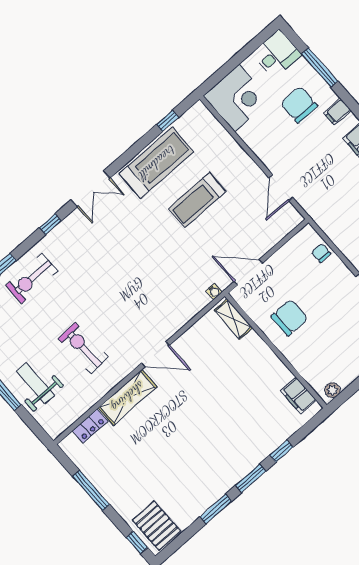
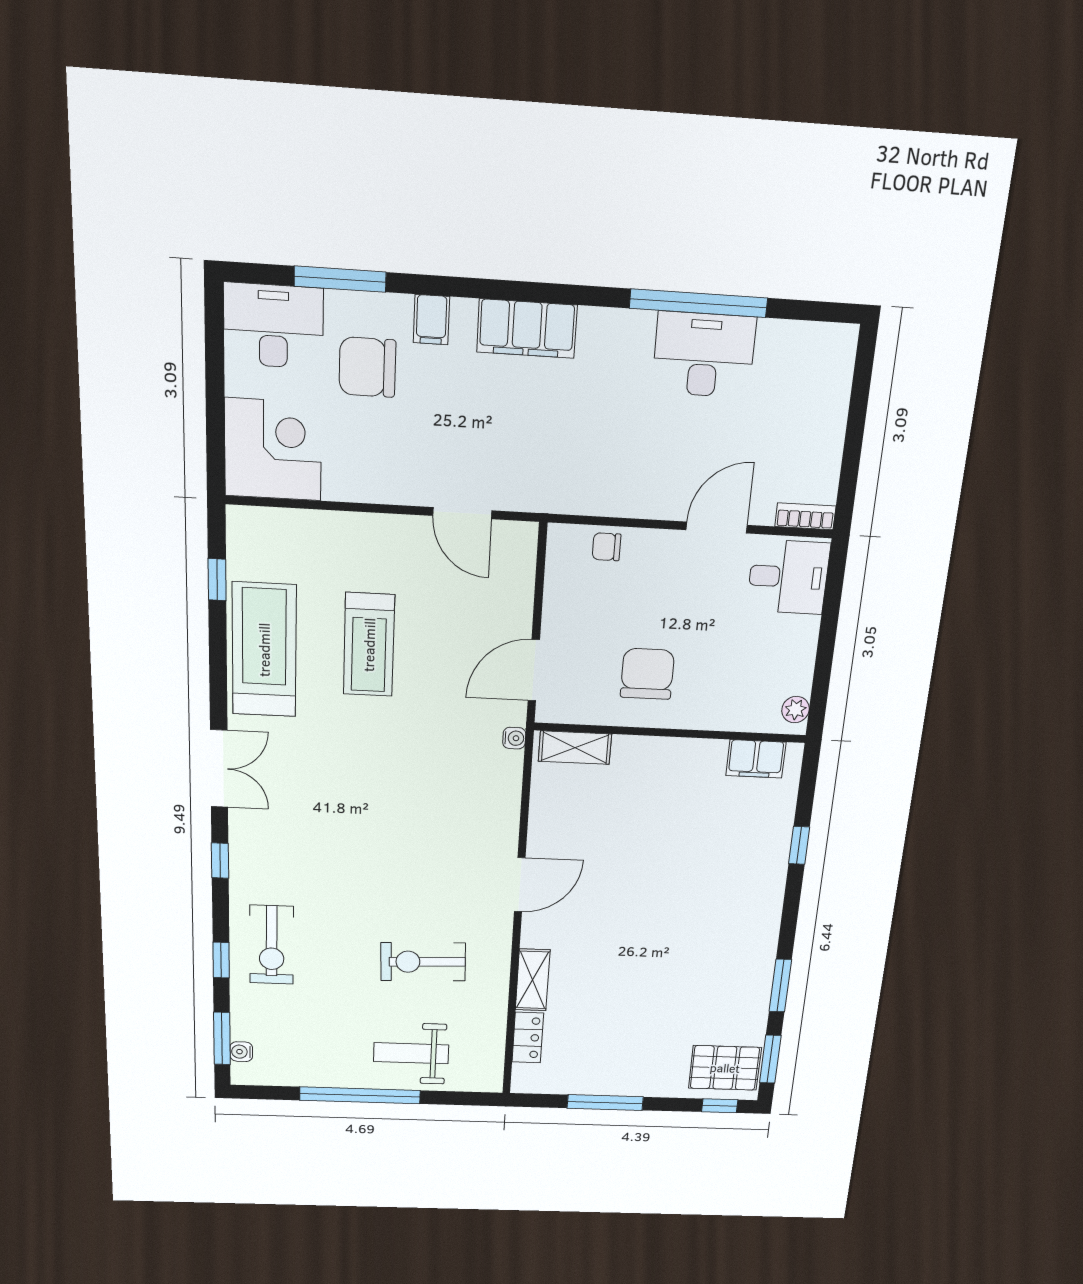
desk: (277, 54) -> (273, 326), width x1.37
shelving: (128, 397) -> (533, 980), width x0.67, depth x0.75
window: (251, 478) -> (770, 1059), moved

